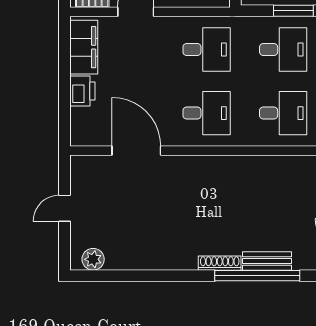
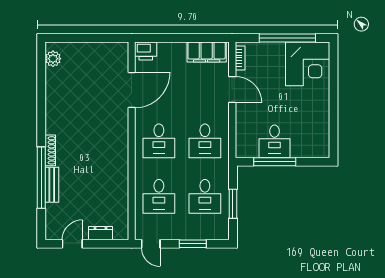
printer: (82, 91) -> (146, 51), moved
door: (65, 208) -> (90, 38), removed

